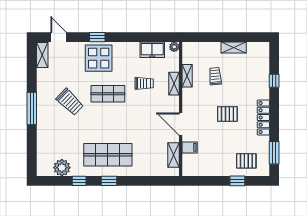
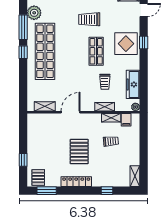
shelving: (234, 48) -> (135, 176), moved
freezer: (152, 50) -> (133, 84), width x1.40
trolley: (70, 102) -> (89, 19), turned 46
pallet: (227, 114) -> (79, 152), width x1.50, depth x1.42
filing cabinet: (190, 147) -> (126, 120), moved
shop shelf: (108, 155) -> (45, 51), width x1.40
pallet: (246, 161) -> (38, 177), moved
window: (79, 181) -> (23, 27), width x2.17

